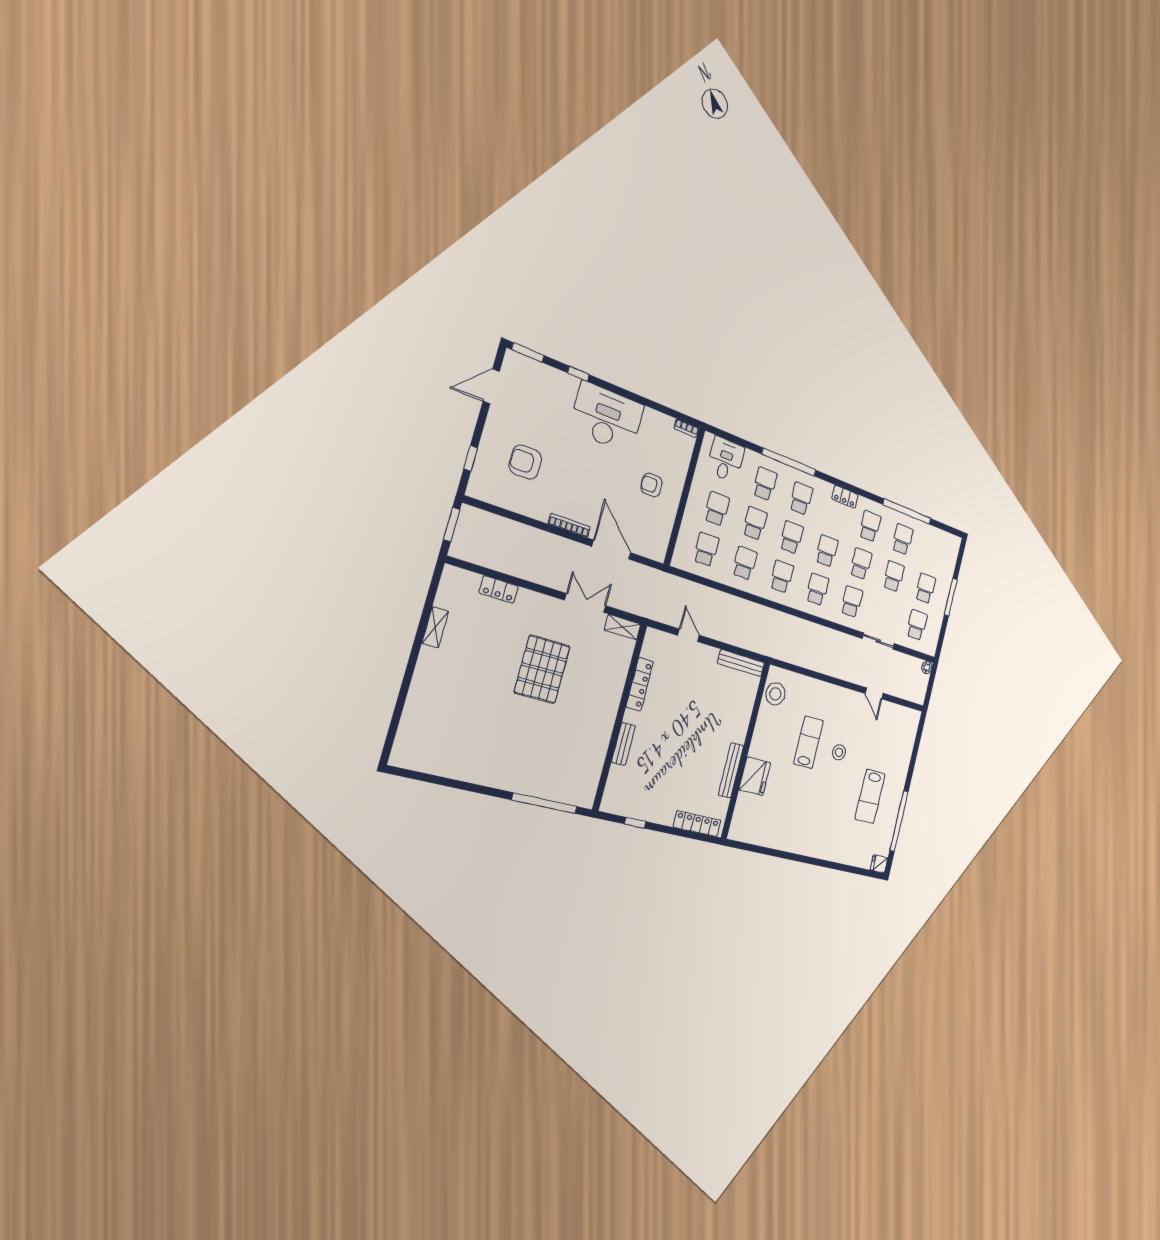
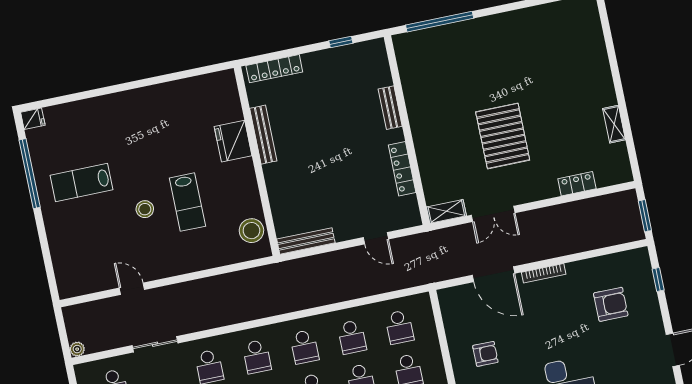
lab bench: (870, 796) -> (81, 182), turned -90

